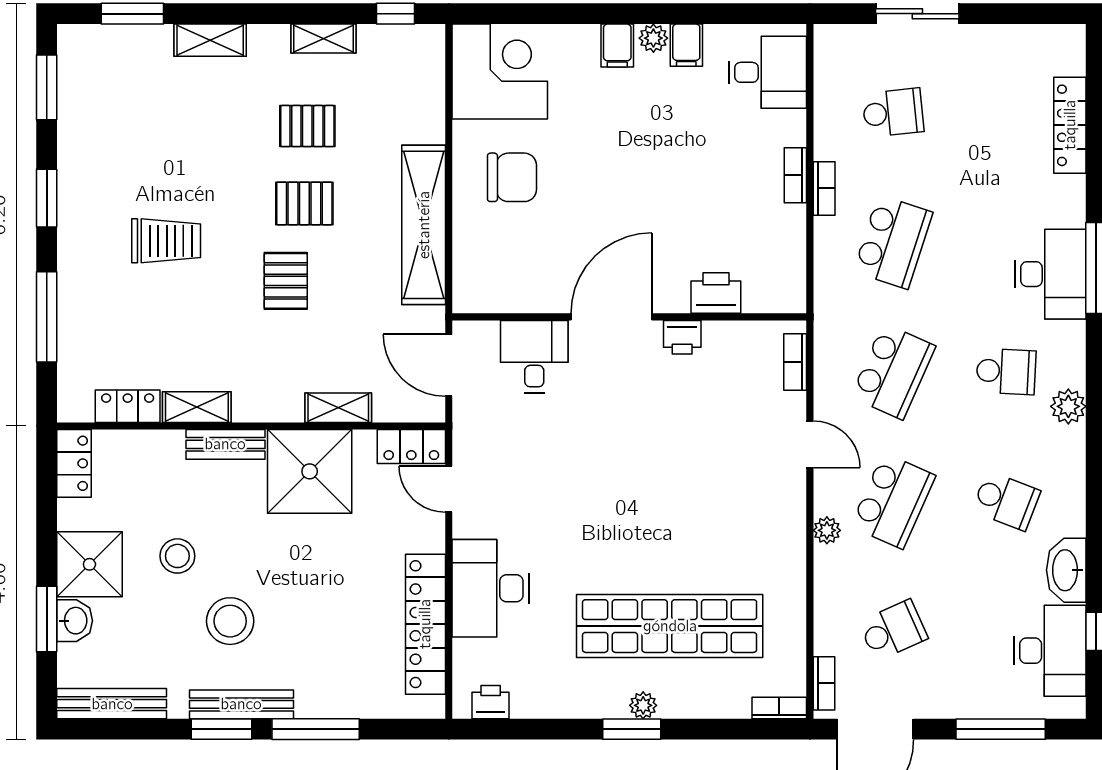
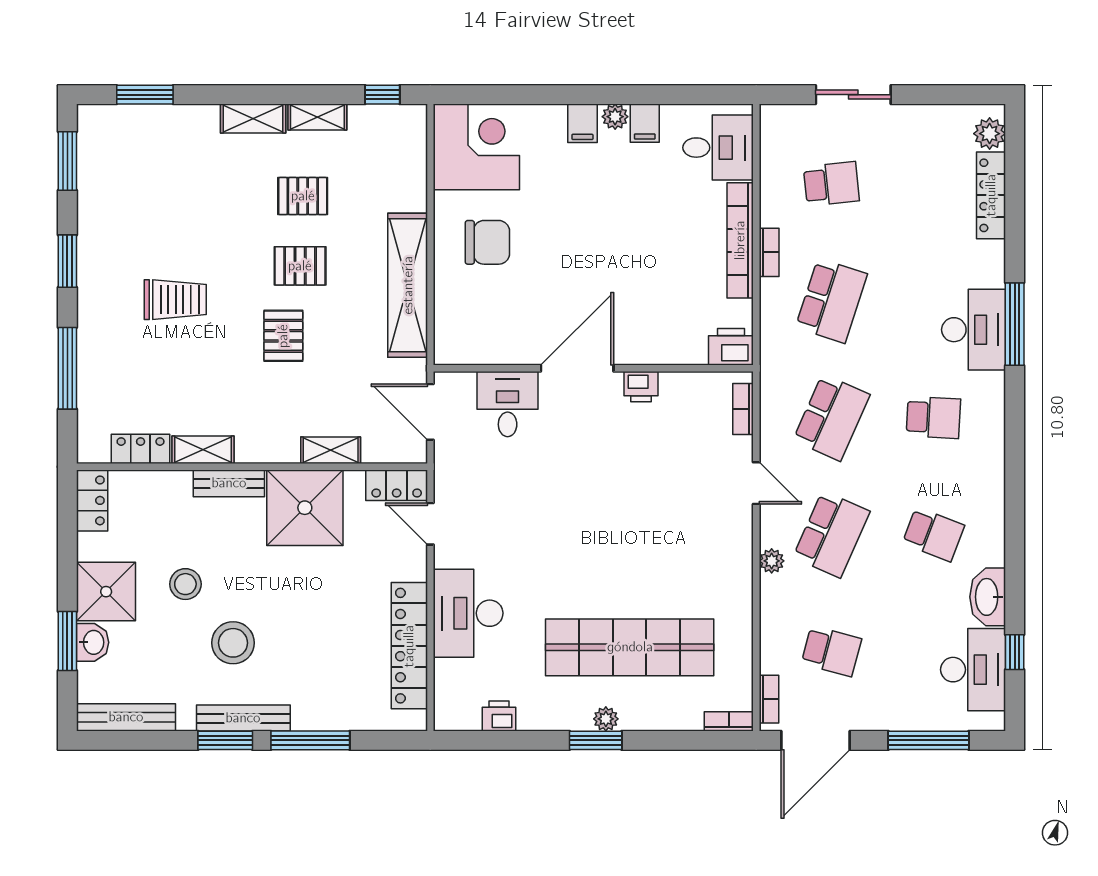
shelving: (210, 40) -> (253, 118), moved
bookcase: (795, 175) -> (740, 240), width x2.31, depth x1.31
printer: (716, 293) -> (731, 347), moved
plant: (1068, 406) -> (990, 134), moved
school desk: (893, 630) -> (831, 651), turned 39
printer: (491, 702) -> (499, 716), moved

